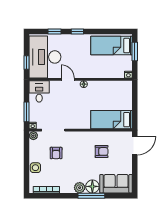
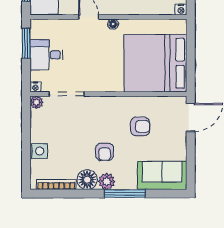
desk: (39, 91) -> (46, 55), moved, turned -90
window: (27, 112) -> (26, 43), moved
bed: (112, 120) -> (155, 63), width x2.04
armchair: (56, 153) -> (105, 152), moved
floor lamp: (92, 186) -> (87, 180), moved

